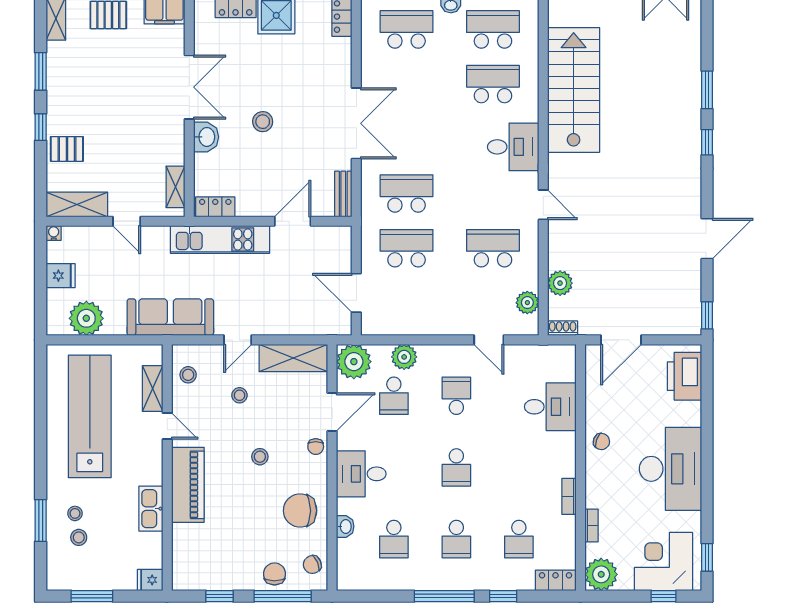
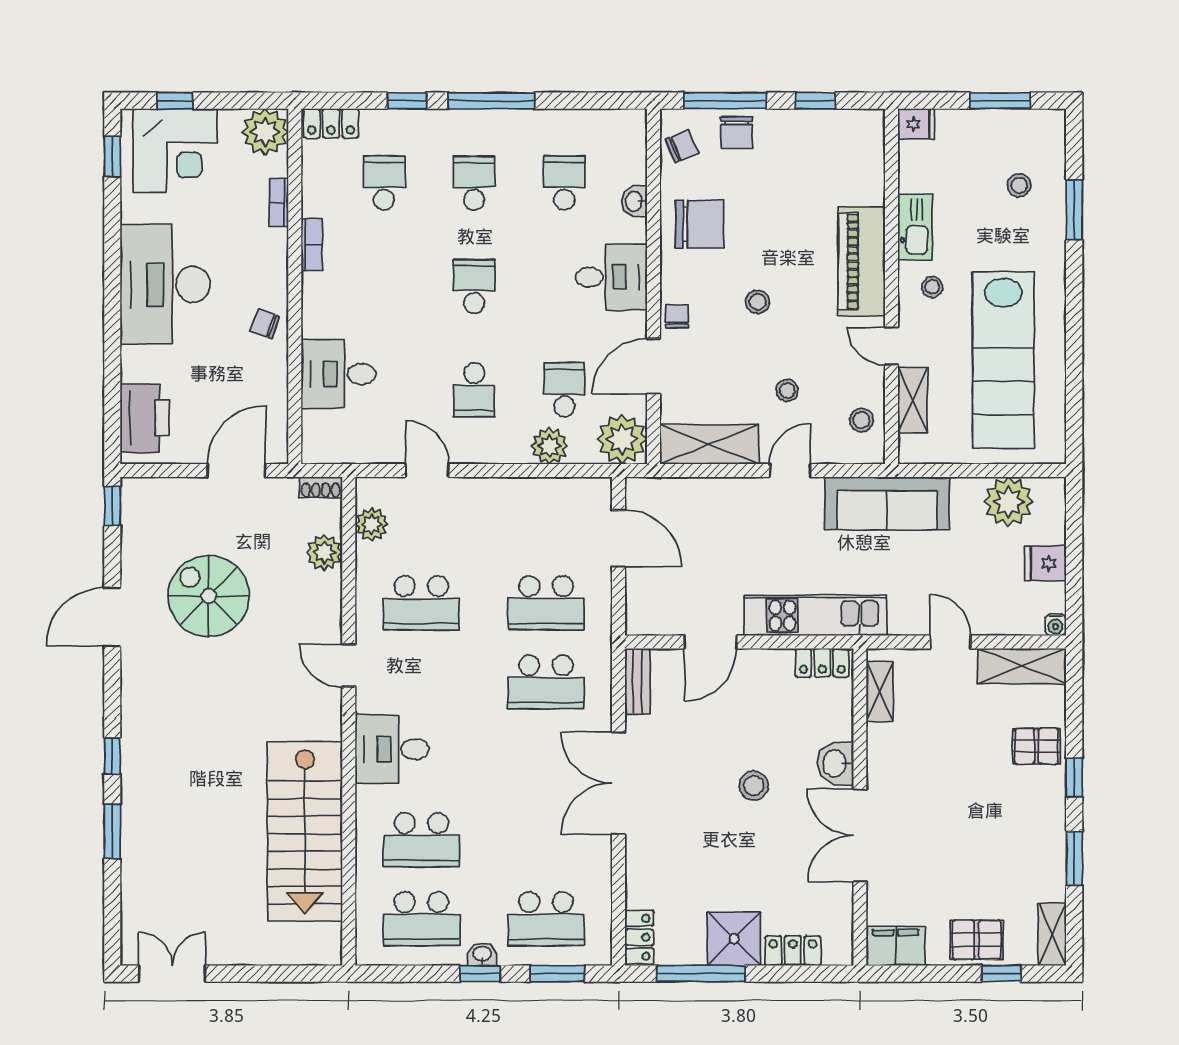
spiral stairs: (640, 253) -> (209, 596), added
stool: (75, 513) -> (932, 287), moved

